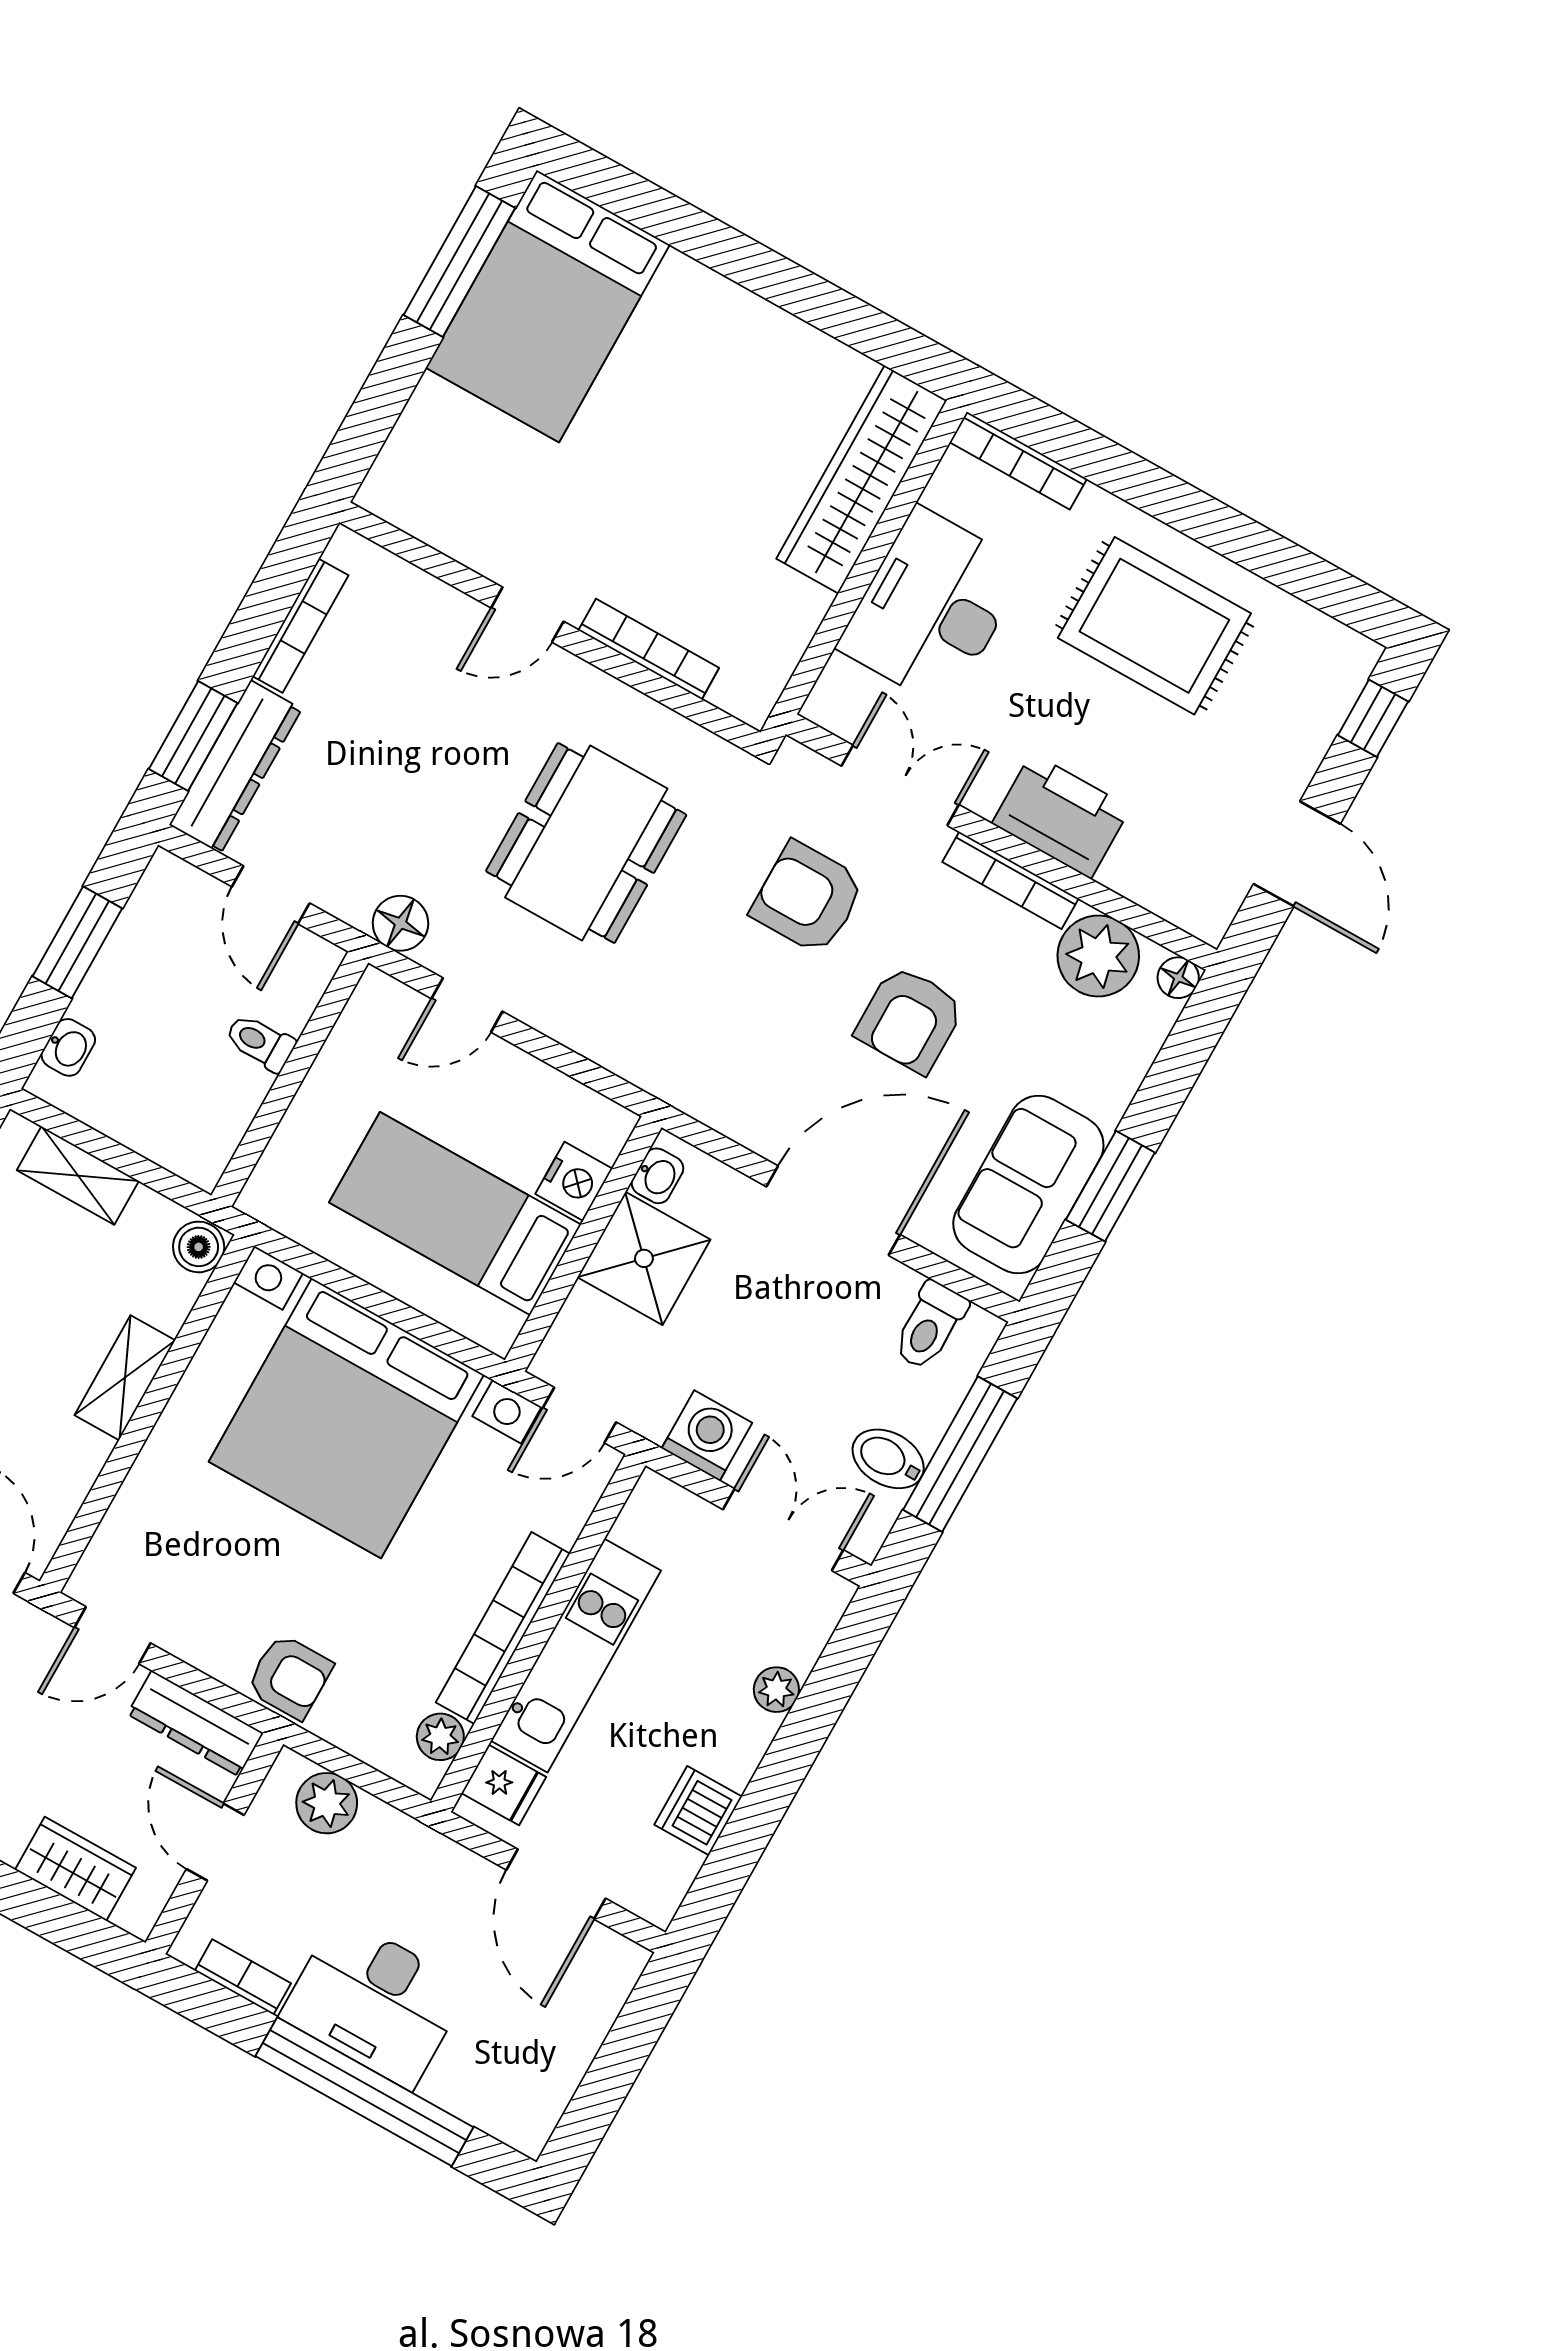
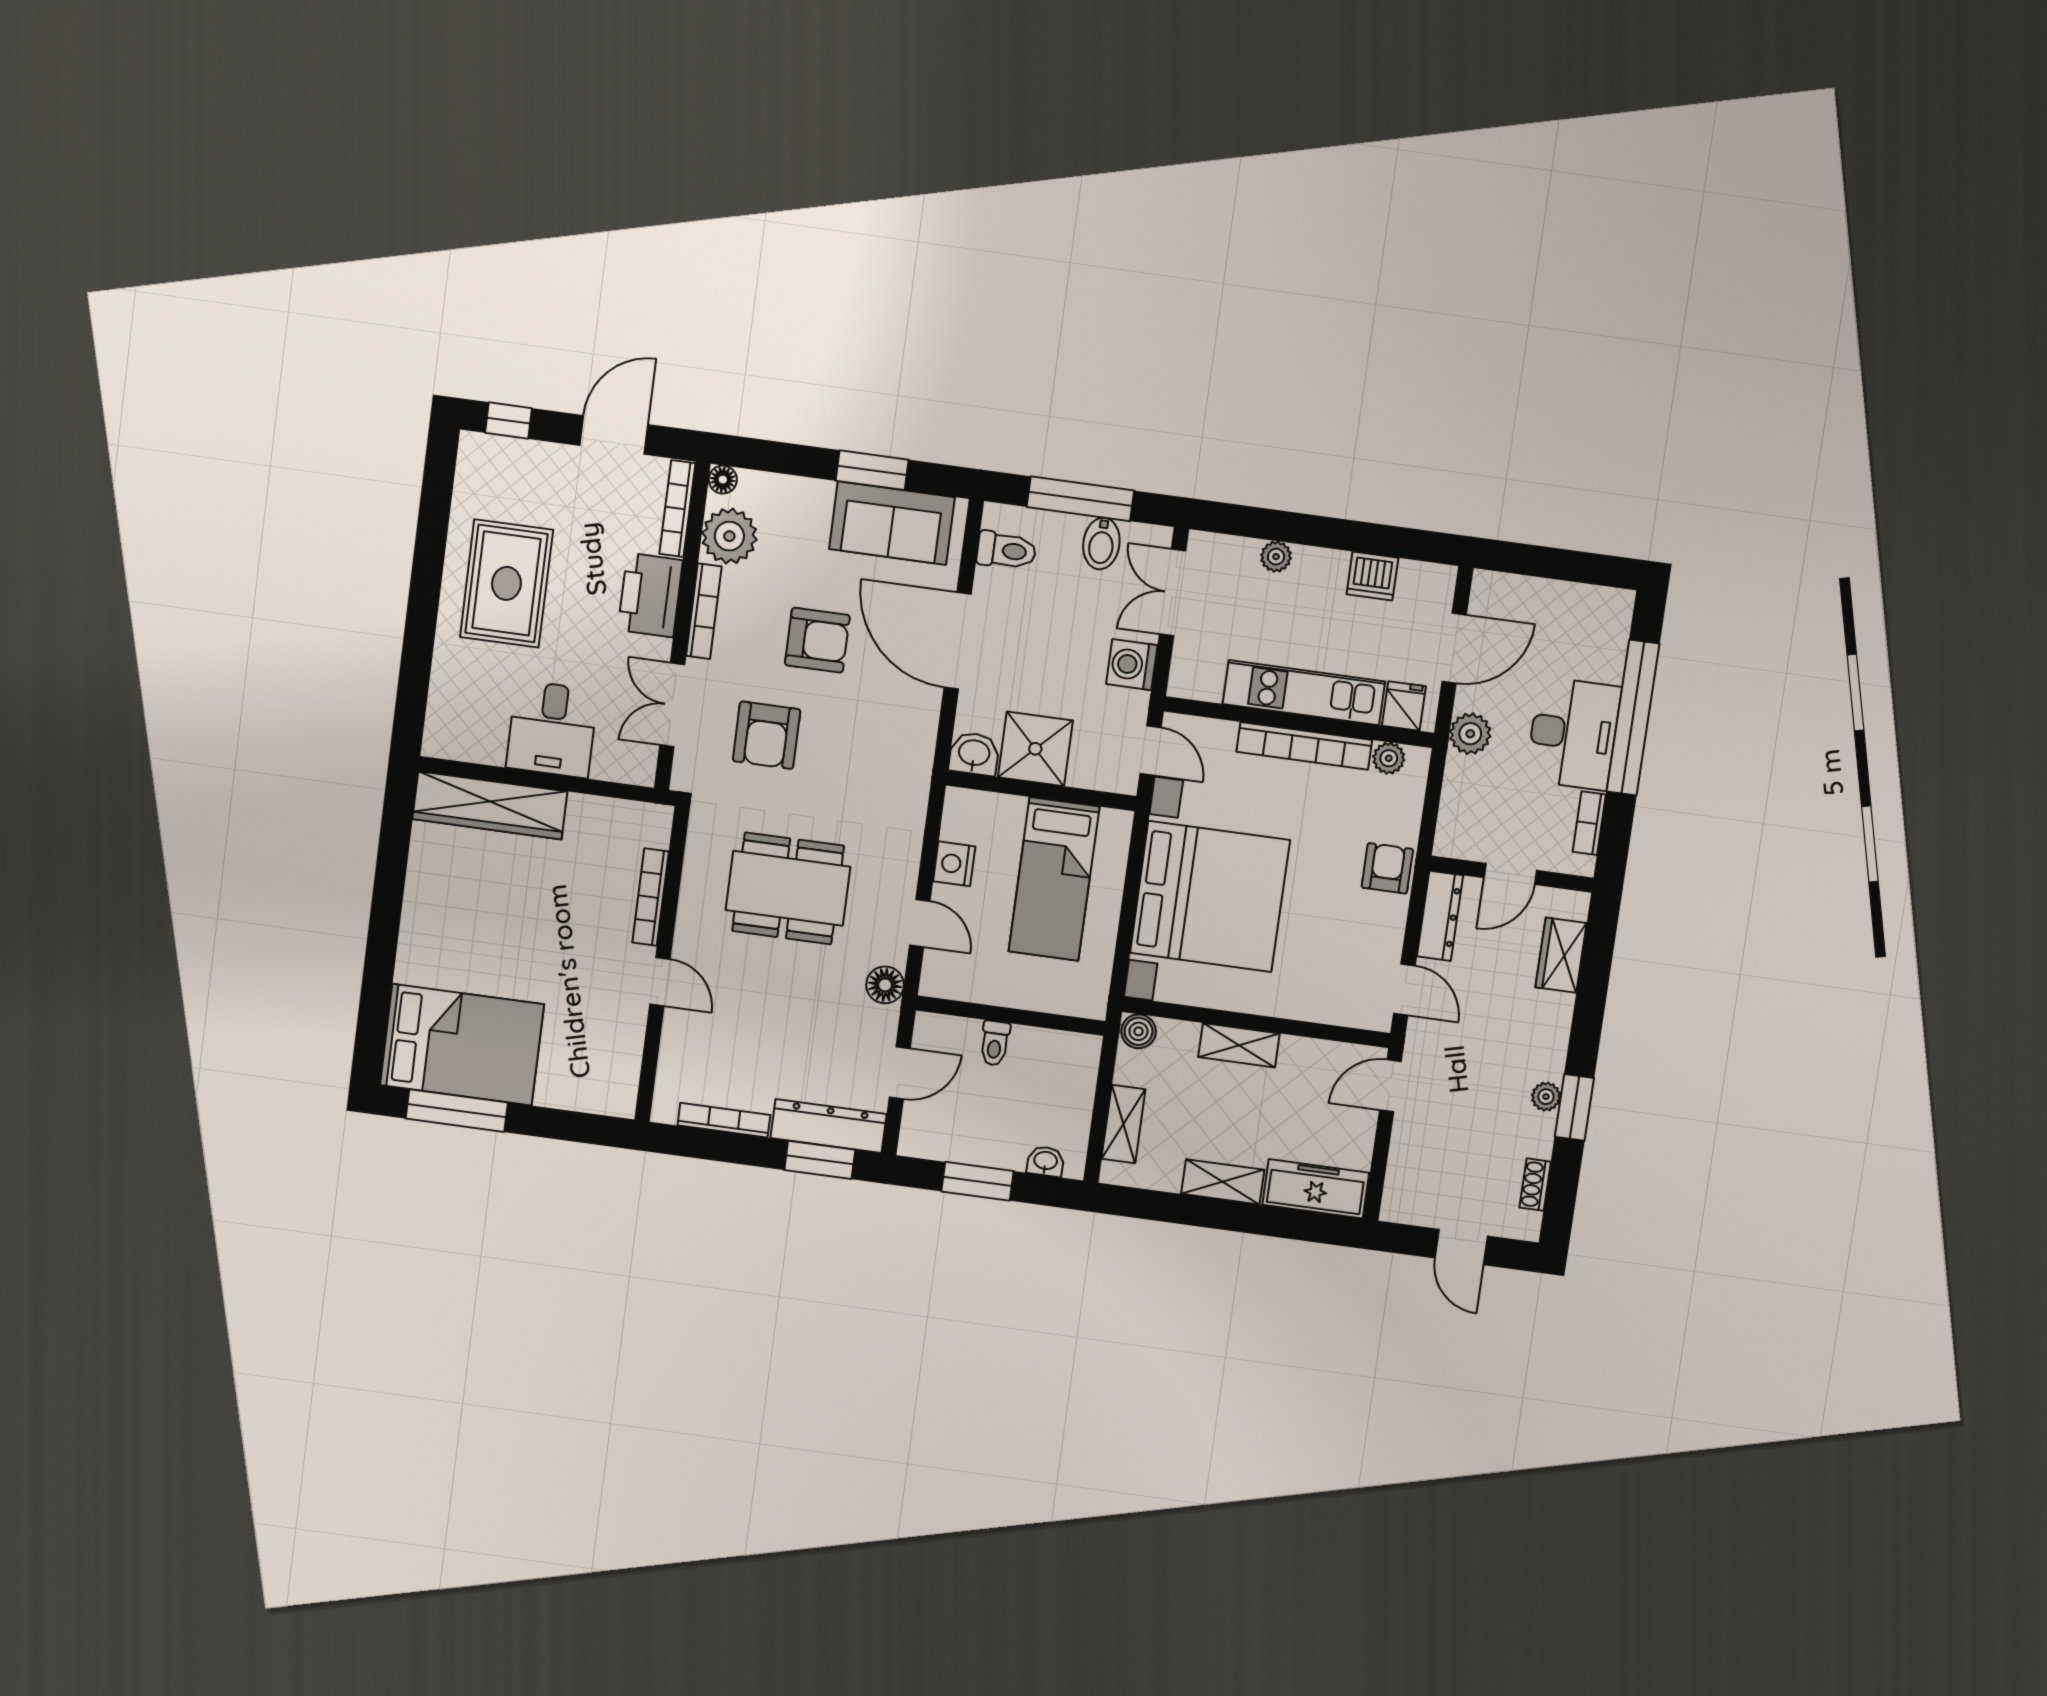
bookcase: (1018, 460) -> (677, 509), moved, turned 180
desk: (932, 607) -> (552, 729), width x0.73
washbasin: (657, 1176) -> (974, 754), width x1.38, depth x1.45
nightstand: (574, 1181) -> (954, 864), moved, turned -90
plant: (327, 1803) -> (1470, 734), moved

